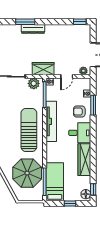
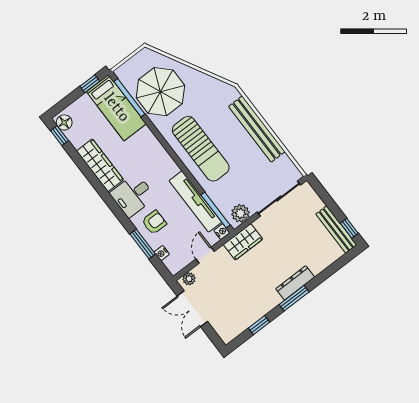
window: (25, 22) -> (294, 298), moved
window: (80, 22) -> (259, 325), moved
tv unit: (51, 121) -> (195, 201), moved
window: (70, 203) -> (90, 84), moved

